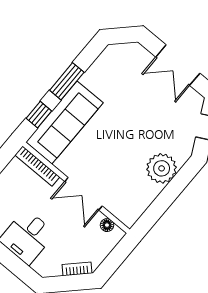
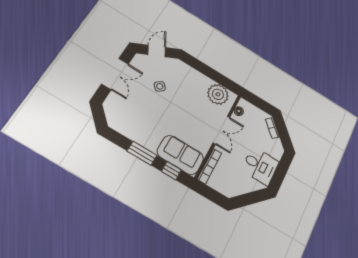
side table: (154, 121) -> (160, 86), added
sofa: (64, 122) -> (180, 155), width x0.73
plant: (162, 168) -> (218, 94), moved

